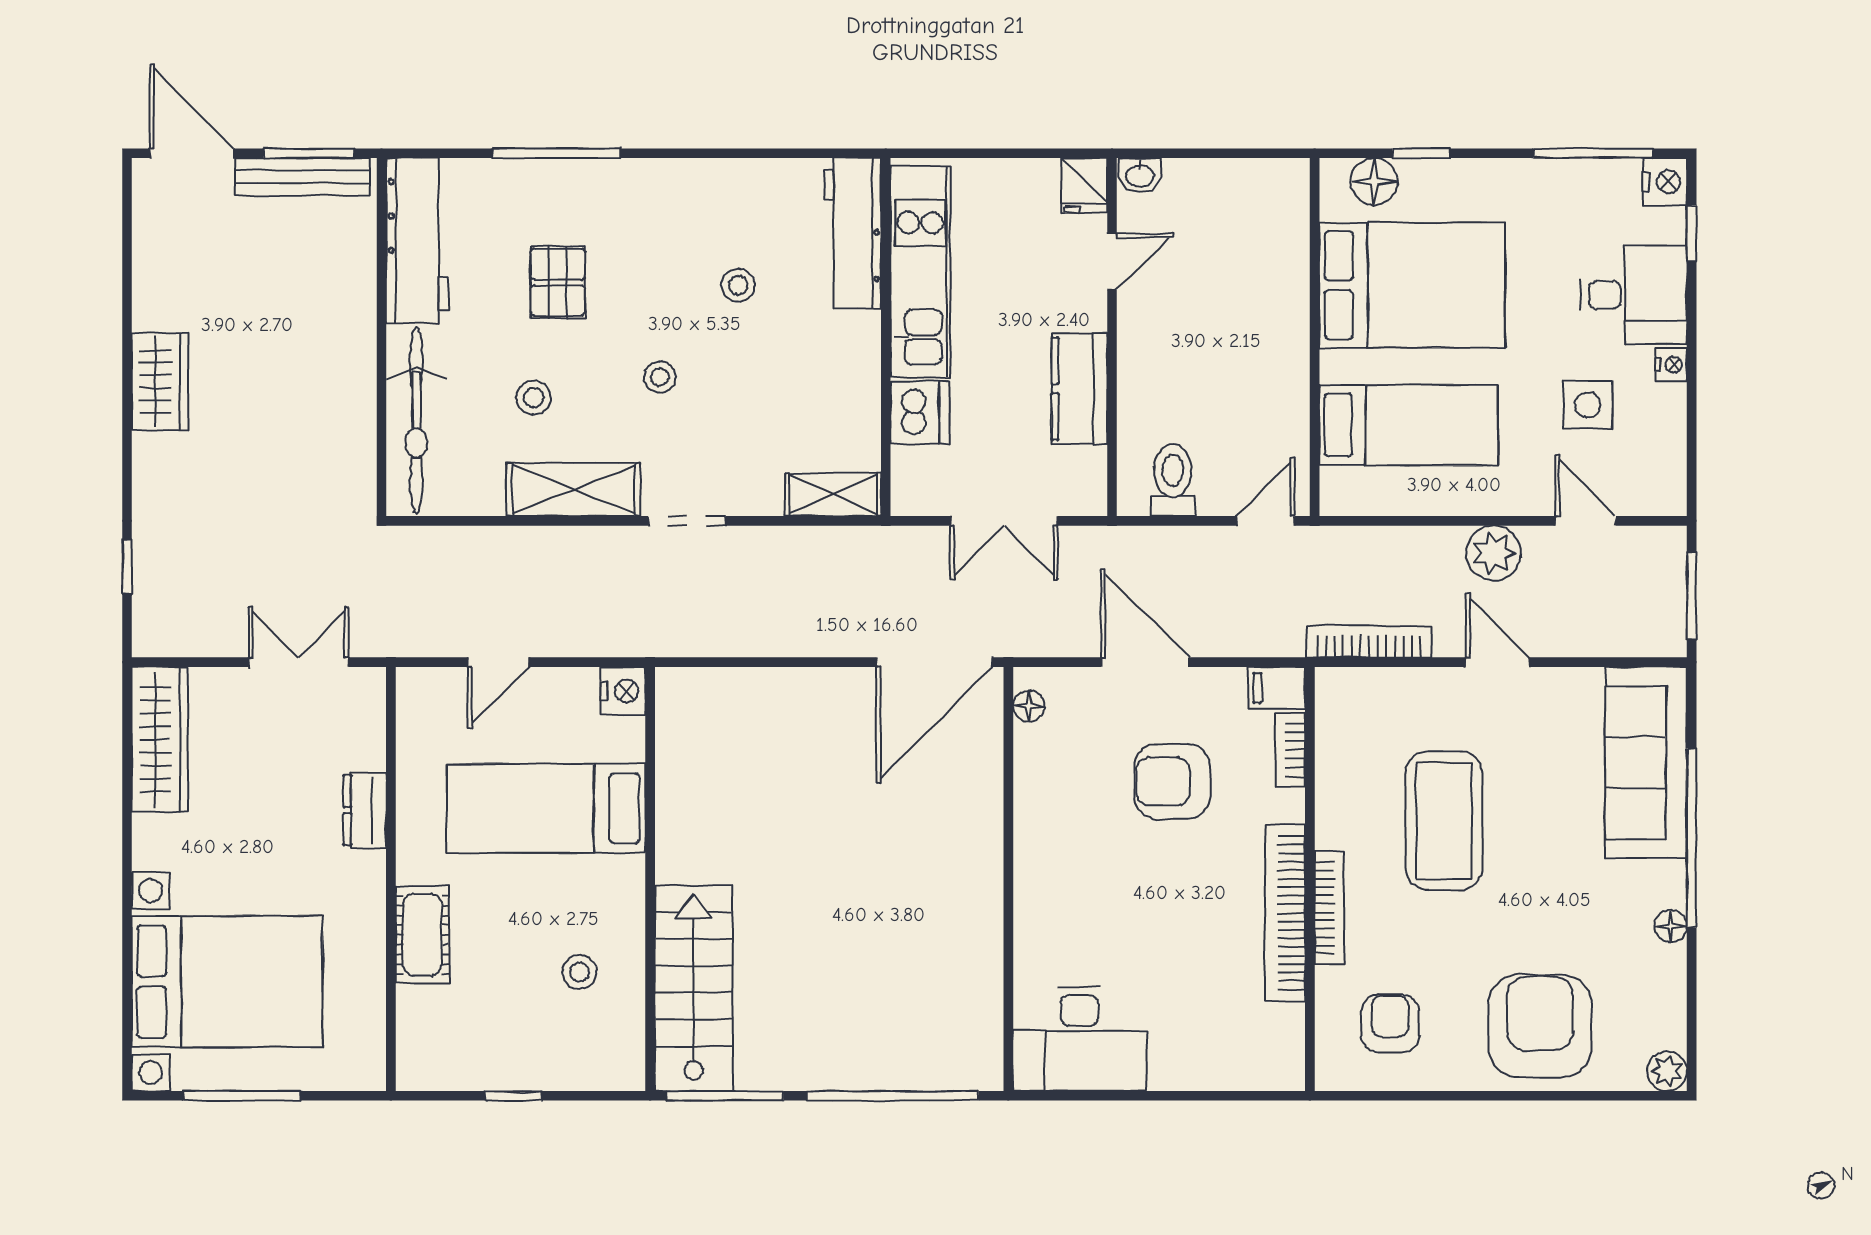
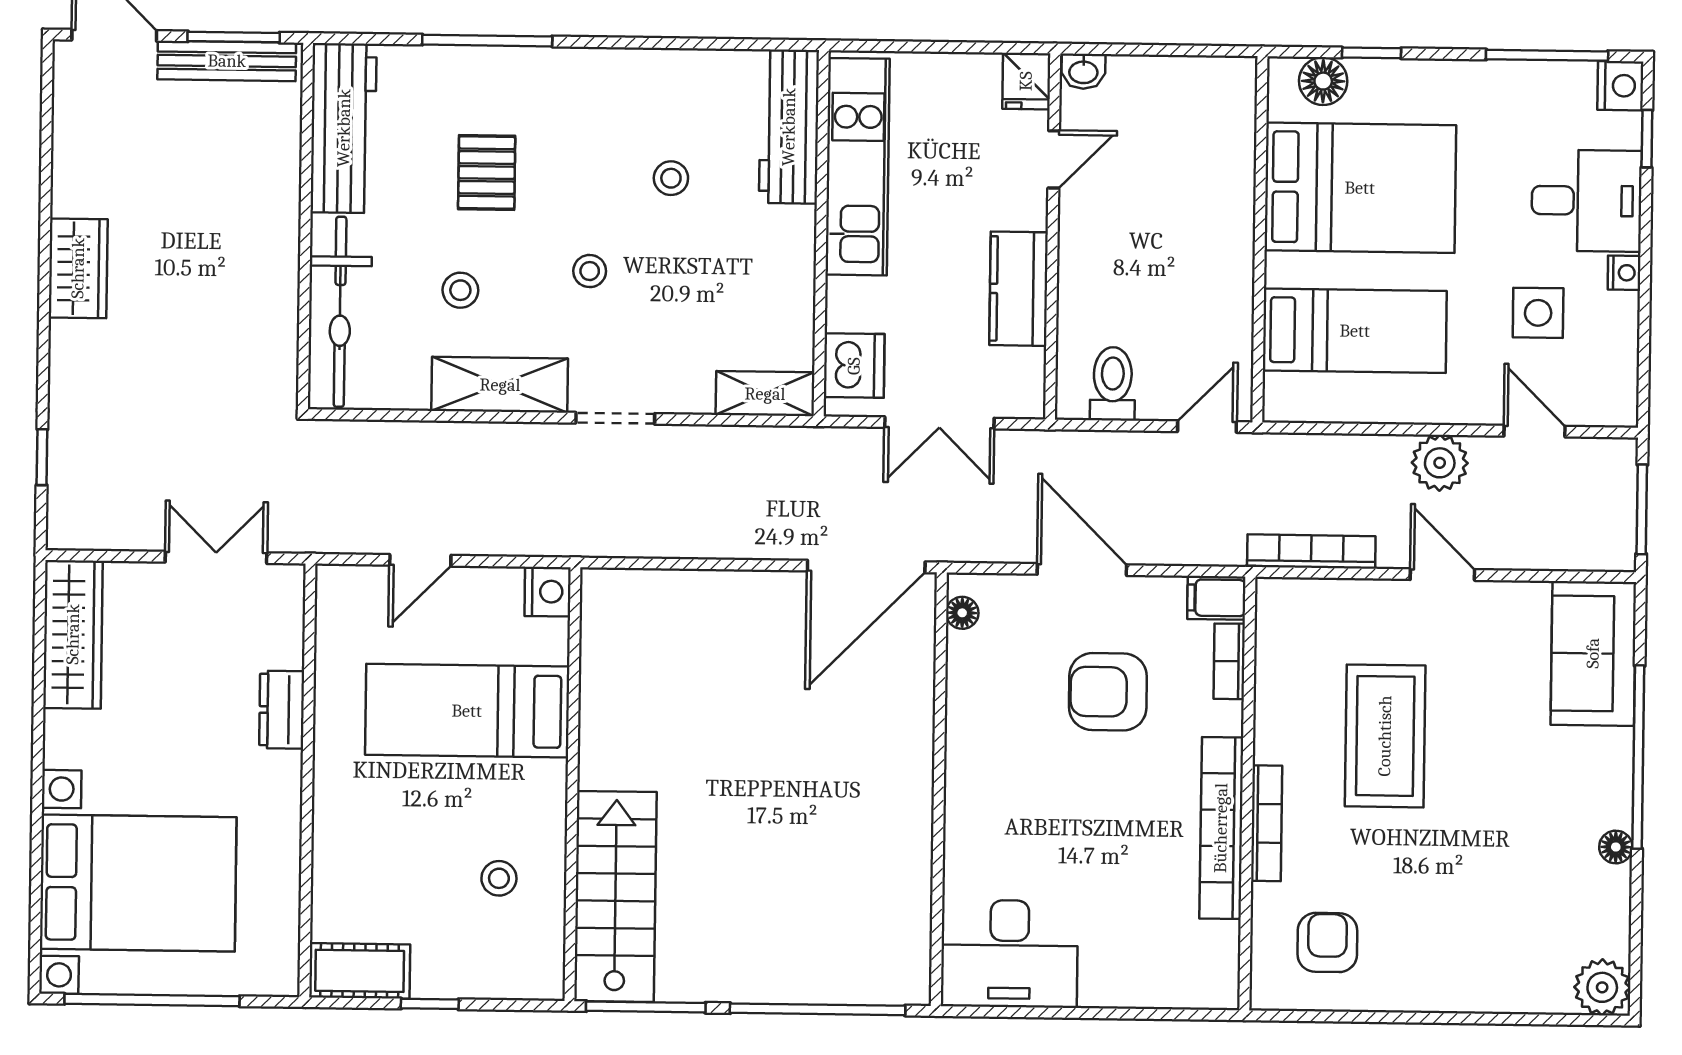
dishwasher: (920, 413) -> (854, 366), moved
sofa: (1646, 763) -> (1593, 653), width x0.73
cot: (422, 935) -> (360, 971), moved, turned 90
armchair: (1540, 1026) -> (1480, 947), removed
plant: (1667, 1071) -> (1602, 987), width x1.38, depth x1.38
window: (242, 1096) -> (152, 1000), width x1.46

